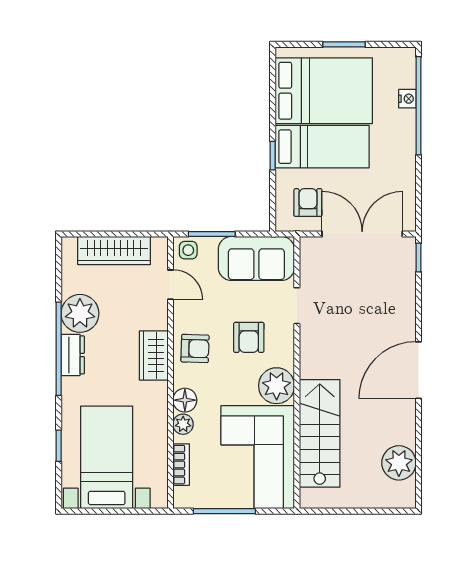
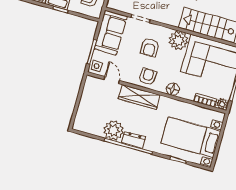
wardrobe: (114, 250) -> (86, 104), removed
door: (170, 285) -> (112, 80), hinge flipped
armchair: (249, 337) -> (150, 48), turned 90
wardrobe: (154, 355) -> (139, 97), width x1.50
plant: (183, 424) -> (222, 104), moved

